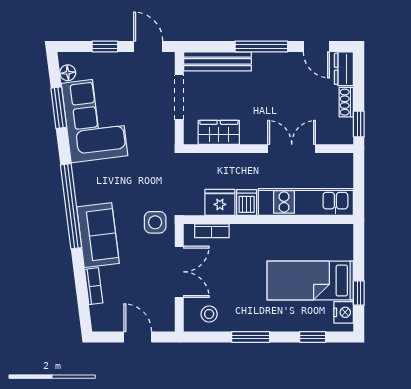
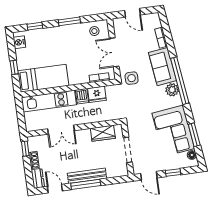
bench: (217, 61) -> (87, 176), moved
plant: (87, 192) -> (172, 90), added
bed: (310, 280) -> (43, 78), moved
window: (359, 293) -> (14, 67), moved

